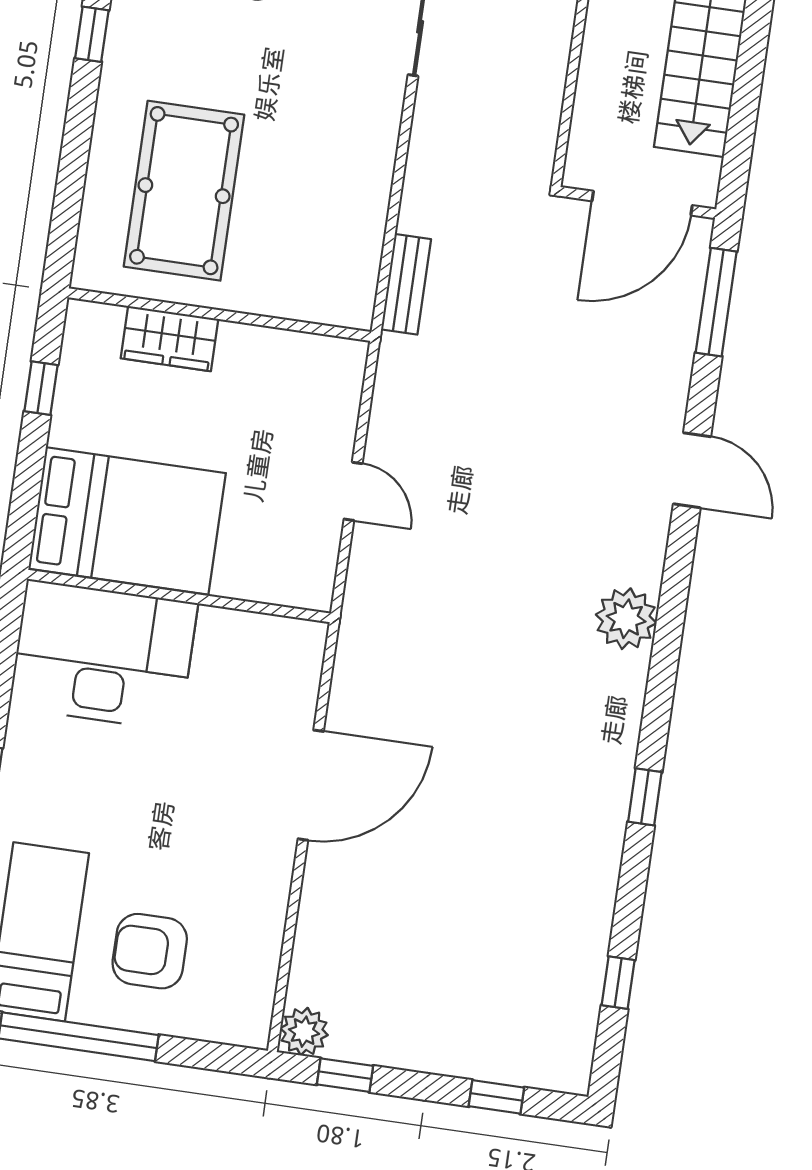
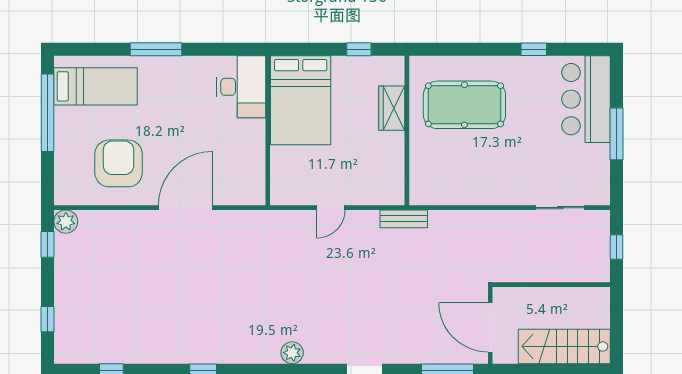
bench: (406, 284) -> (404, 219), moved
plant: (626, 619) -> (292, 353), width x0.73, depth x0.73
desk: (103, 655) -> (241, 87), width x0.73, depth x0.77
door: (311, 785) -> (185, 208), swing flipped
armchair: (150, 951) -> (119, 163), moved, width x1.36, depth x1.36

